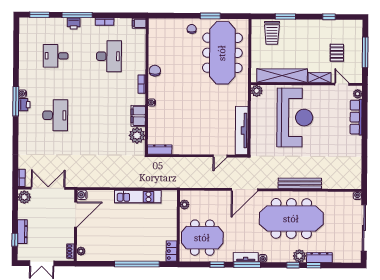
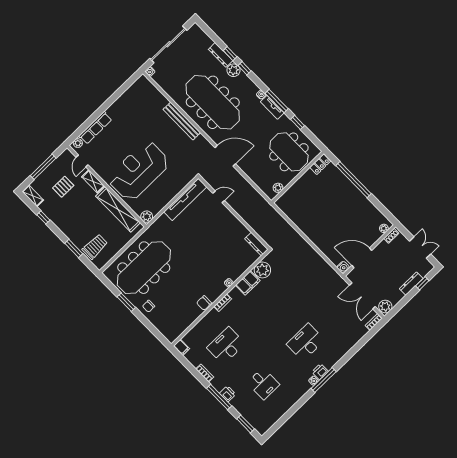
shelving: (352, 25) -> (33, 196), added
kitchen unit: (138, 197) -> (305, 226), removed

